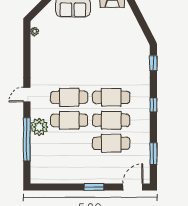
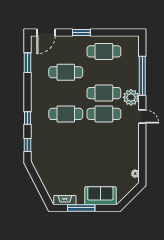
door: (27, 95) -> (142, 116), hinge flipped
window: (153, 105) -> (27, 118), moved
cafe table: (111, 120) -> (104, 51), moved
plant: (39, 127) -> (131, 97), moved

